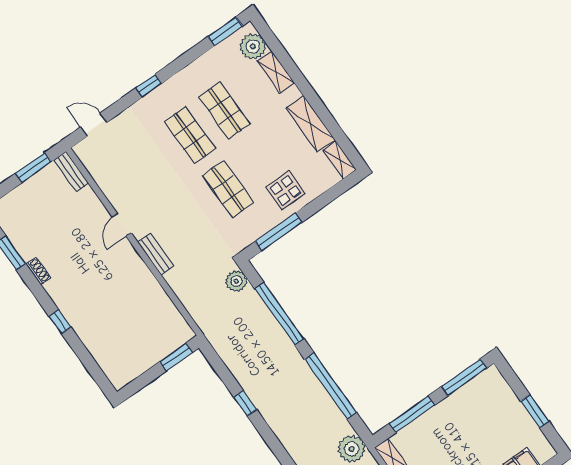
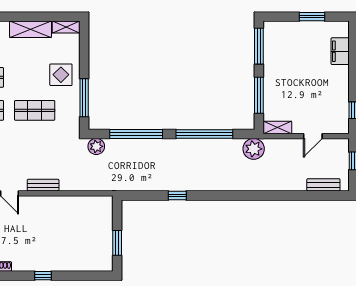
window: (176, 357) -> (117, 243), moved

